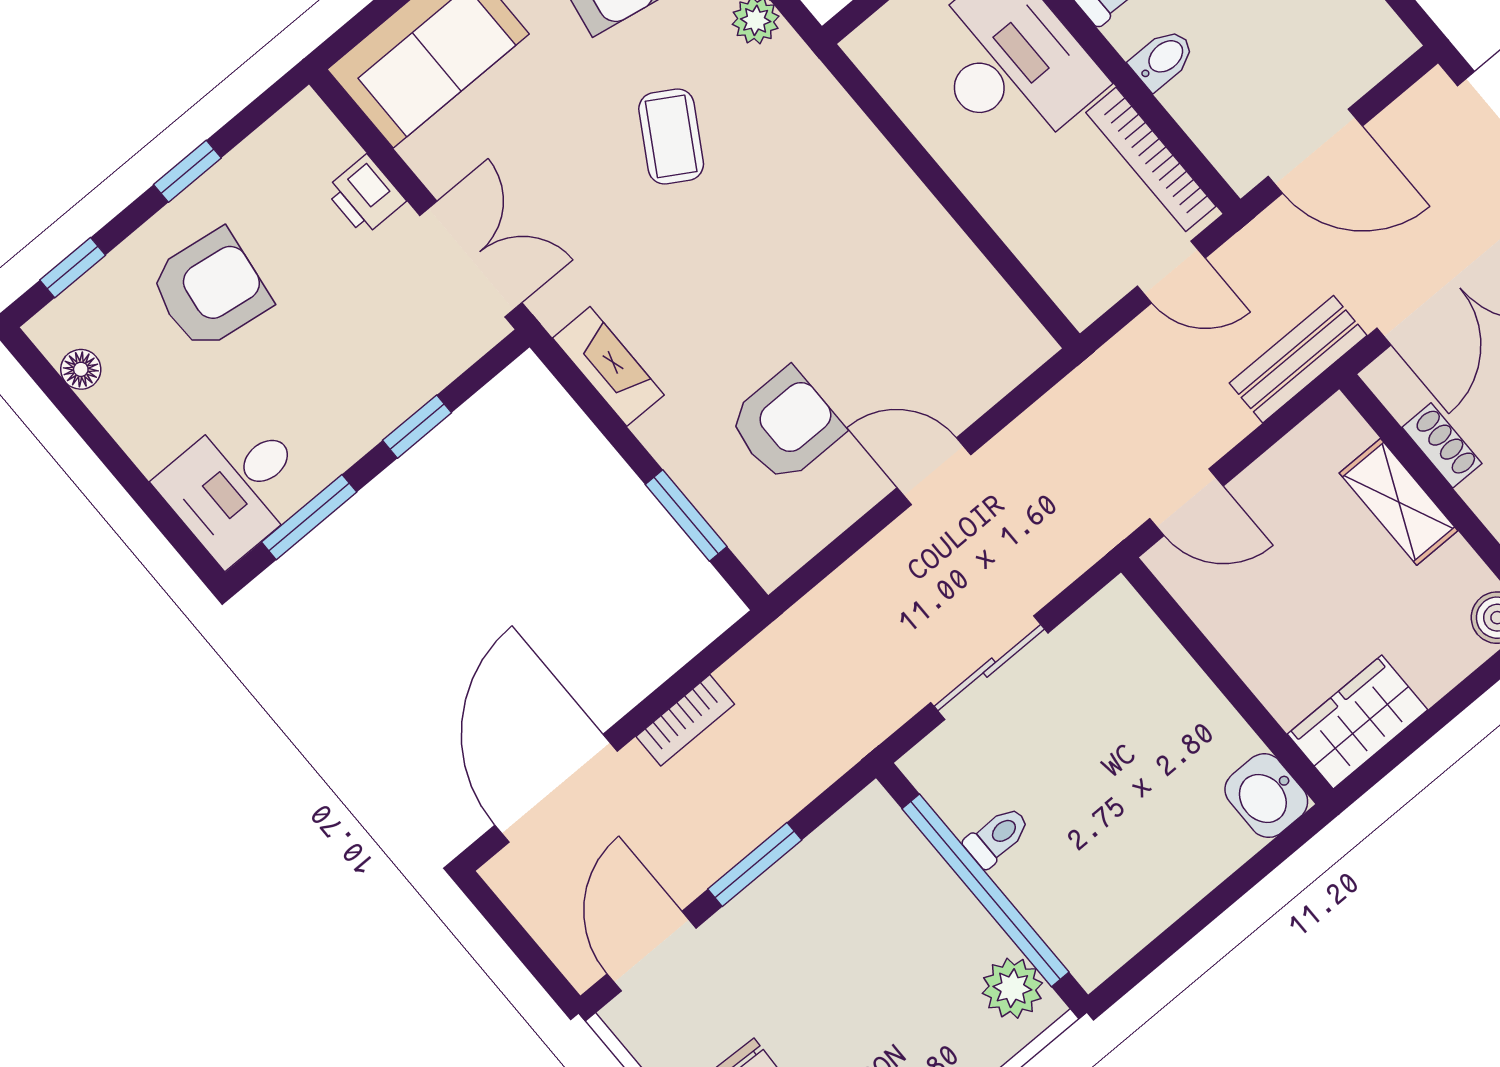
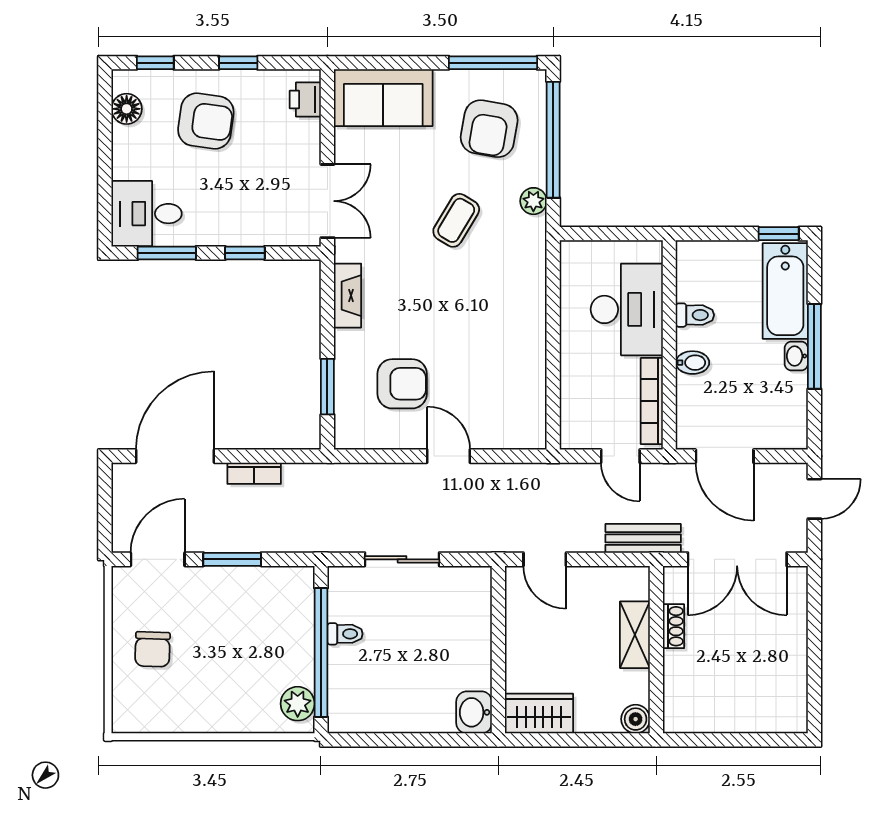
printer: (365, 195) -> (305, 99), moved
floor lamp: (81, 369) -> (127, 109), width x1.37, depth x1.37

